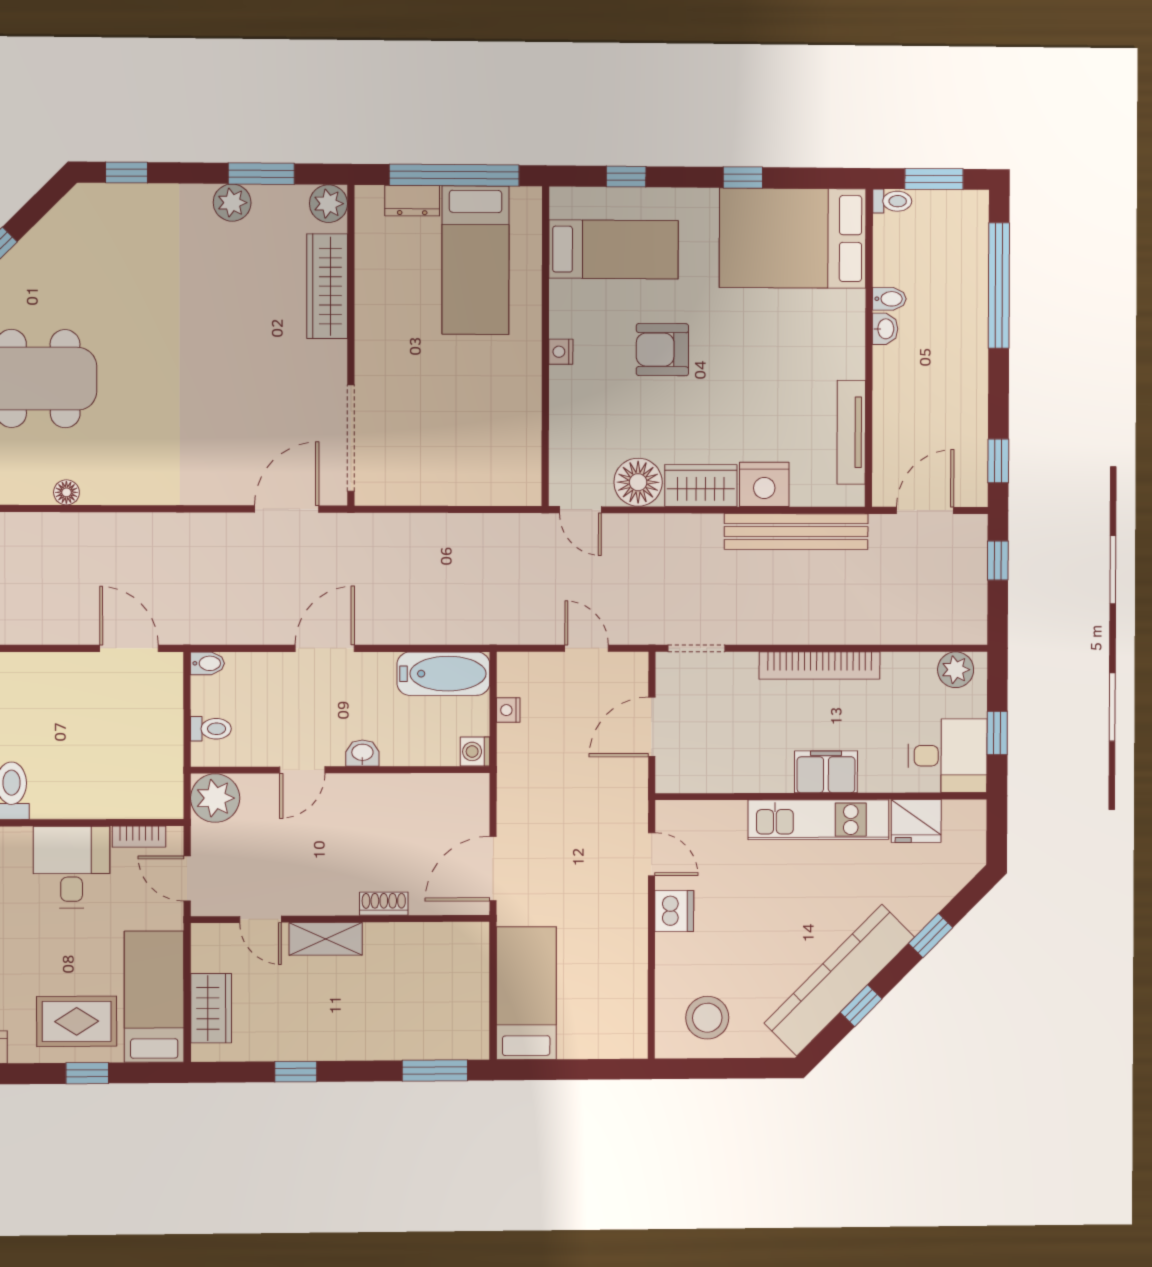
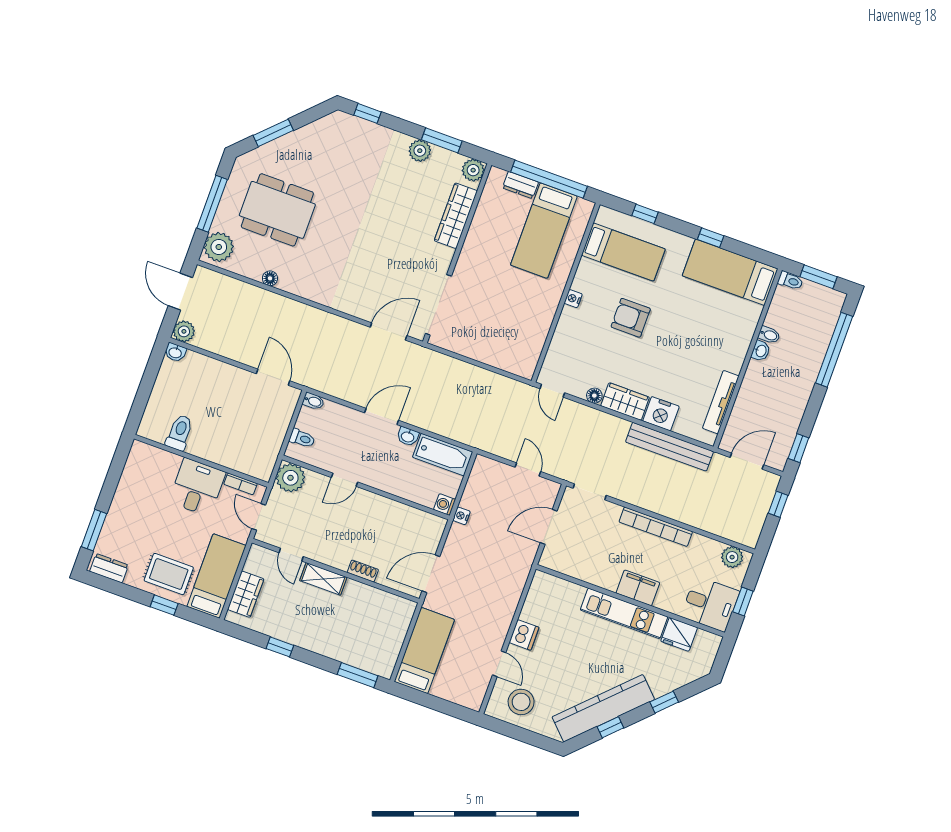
bed: (793, 238) -> (730, 272), width x0.67
floor lamp: (638, 482) -> (594, 396), width x0.53, depth x0.53
nightstand: (508, 710) -> (461, 516), moved
washbasin: (362, 753) -> (408, 437), moved, turned 180
door: (652, 854) -> (499, 664), moved

